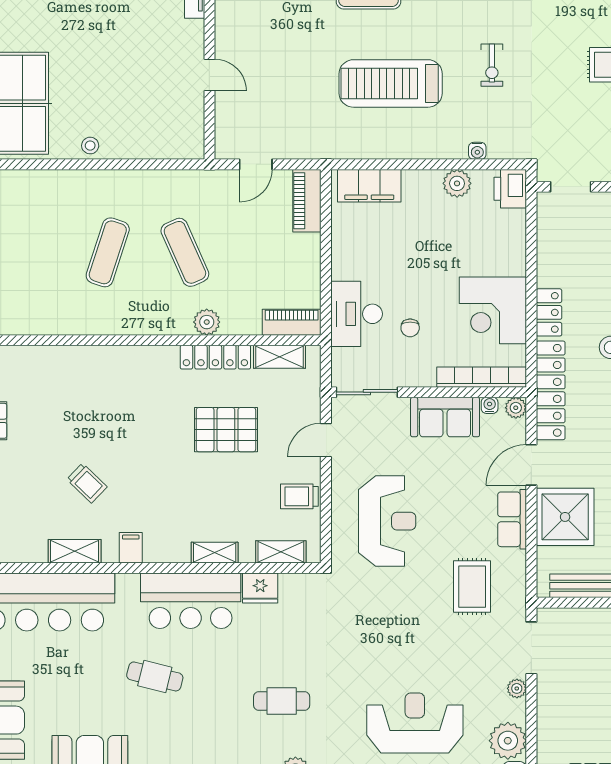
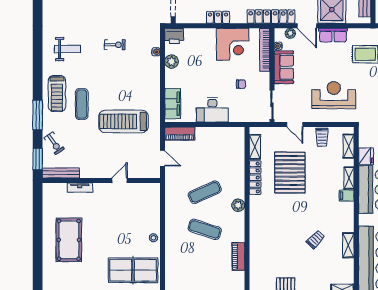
treadmill: (391, 83) -> (124, 121), moved, turned 90
locker: (549, 312) -> (218, 17), moved
desk: (357, 314) -> (212, 110), moved
plant: (207, 322) -> (238, 205), moved
piano: (292, 322) -> (238, 257), moved
plant: (516, 408) -> (290, 33), moved
pallet: (226, 430) -> (290, 173), width x1.37, depth x1.41
filing cabinet: (131, 548) -> (347, 196), moved

